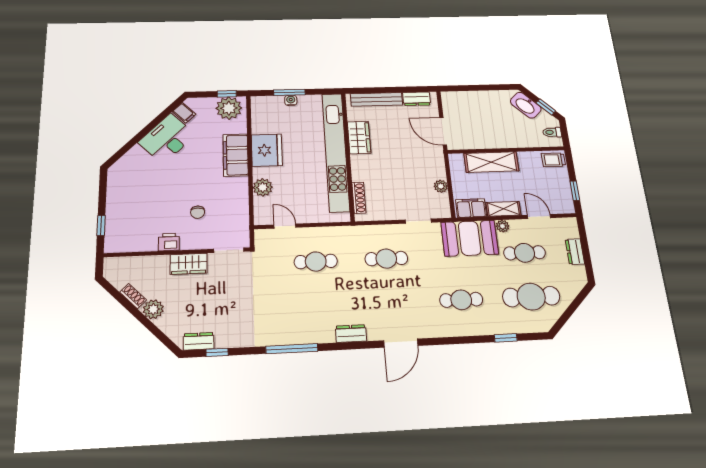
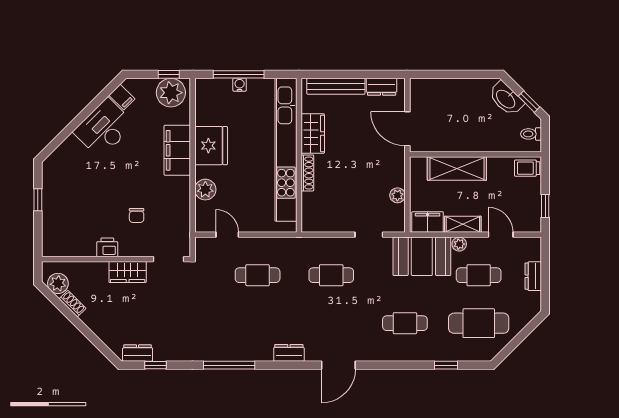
window: (289, 92) -> (239, 74), width x1.44
shoe rack: (359, 198) -> (307, 173), moved
window: (101, 225) -> (38, 200), moved
plant: (153, 309) -> (58, 283), moved

